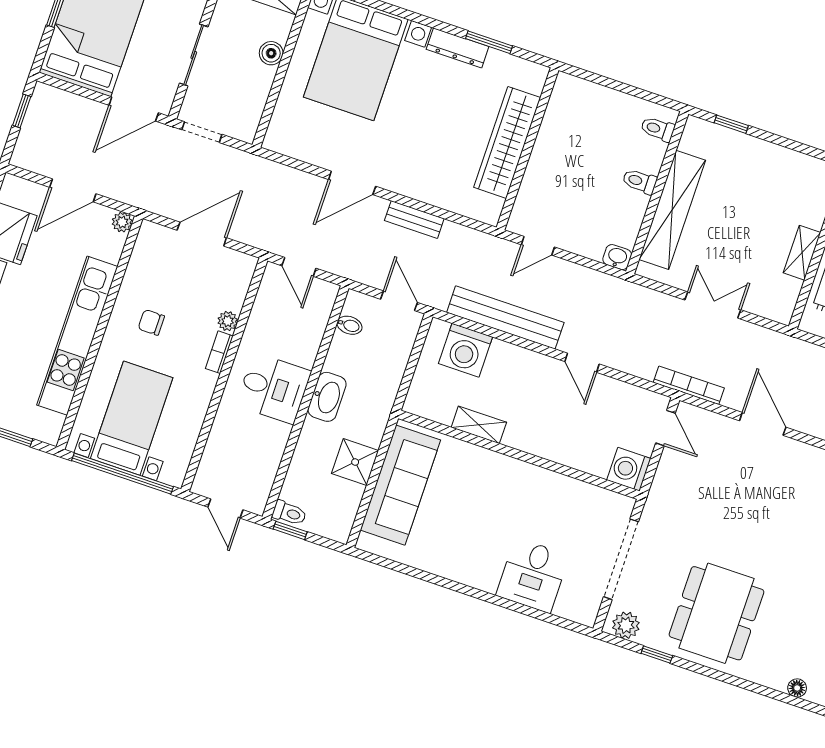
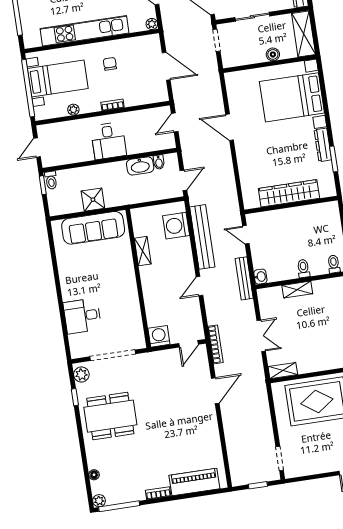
shelving: (672, 210) -> (297, 290), width x0.45, depth x0.75
bench: (414, 220) -> (244, 278), moved, width x1.36
shelving: (802, 253) -> (283, 371), moved
plant: (228, 321) -> (73, 110), moved
washbasin: (327, 397) -> (140, 166), moved

